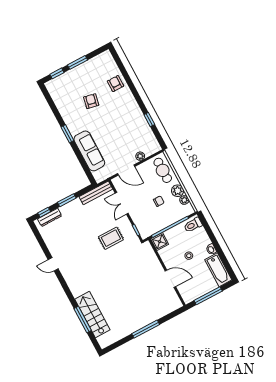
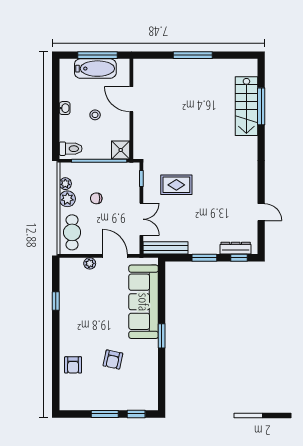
sofa: (89, 151) -> (144, 302), width x1.36, depth x1.27
door: (53, 264) -> (261, 212), moved
bathtub: (218, 270) -> (95, 69), moved, turned 90

